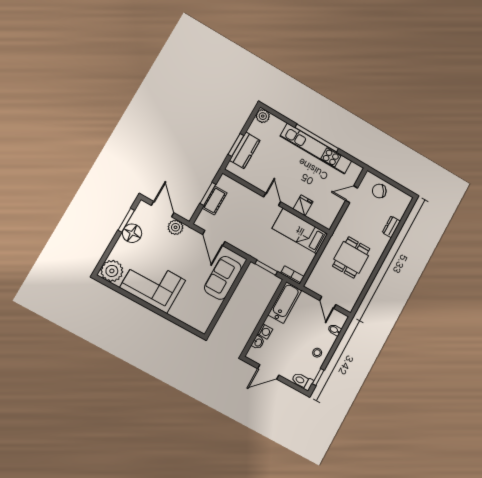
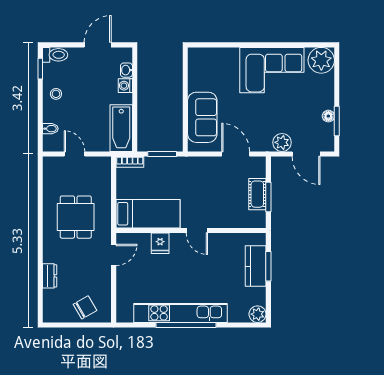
door: (352, 194) -> (114, 255), moved
floor lamp: (132, 233) -> (328, 116), width x0.53, depth x0.53

